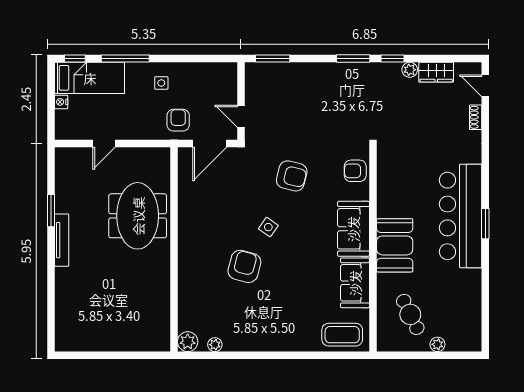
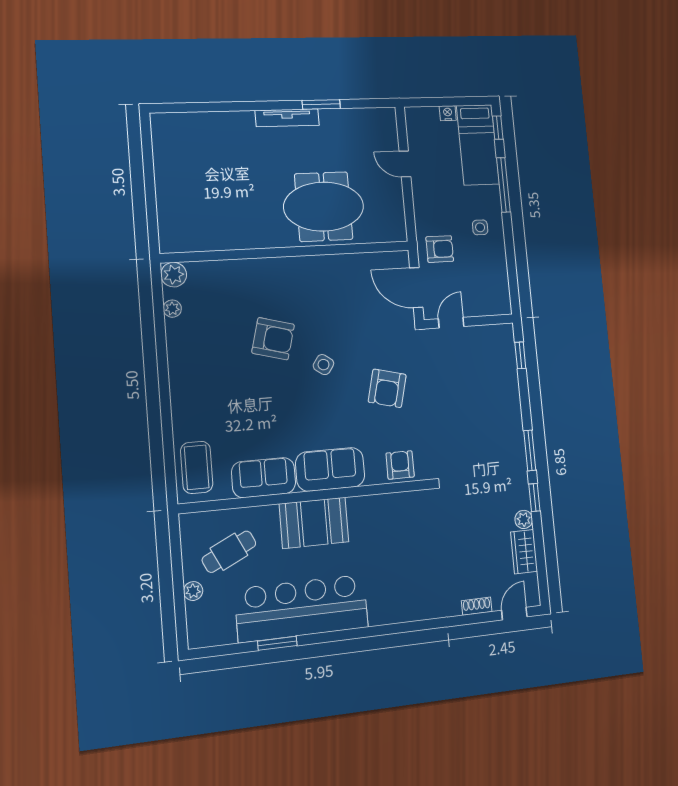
window: (273, 58) -> (520, 355), width x0.67
bar counter: (461, 216) -> (302, 608), moved
window: (485, 224) -> (277, 643), moved

